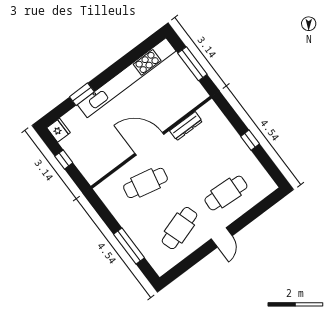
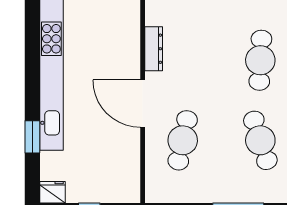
door: (149, 144) -> (143, 104), hinge flipped

